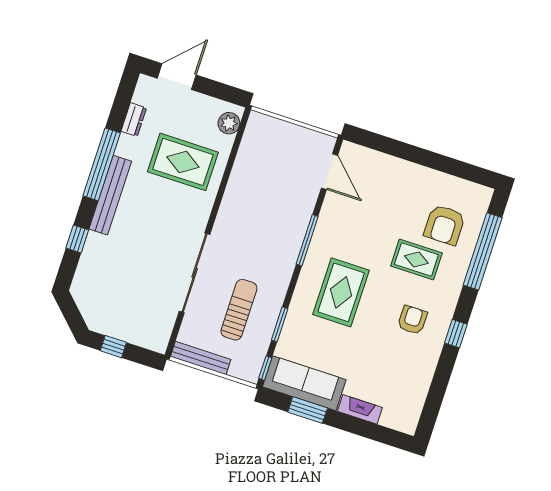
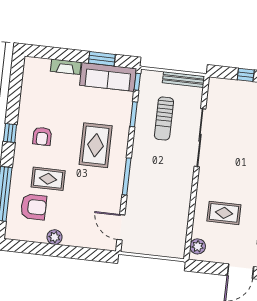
rug: (183, 162) -> (224, 213), width x0.73, depth x0.70
plant: (424, 177) -> (55, 237), added
armchair: (444, 225) -> (34, 207), turned 90

